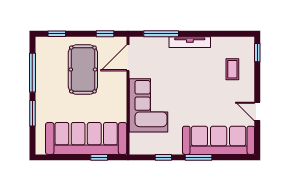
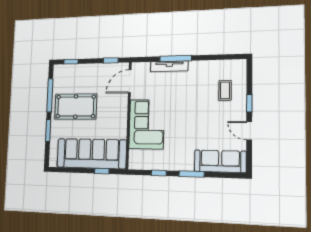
window: (161, 34) -> (176, 59), moved
tv unit: (190, 42) -> (169, 66), moved
window: (257, 53) -> (249, 103), moved
pool table: (83, 70) -> (76, 106), moved, turned 90
sofa: (219, 140) -> (220, 161), width x0.74, depth x0.79

